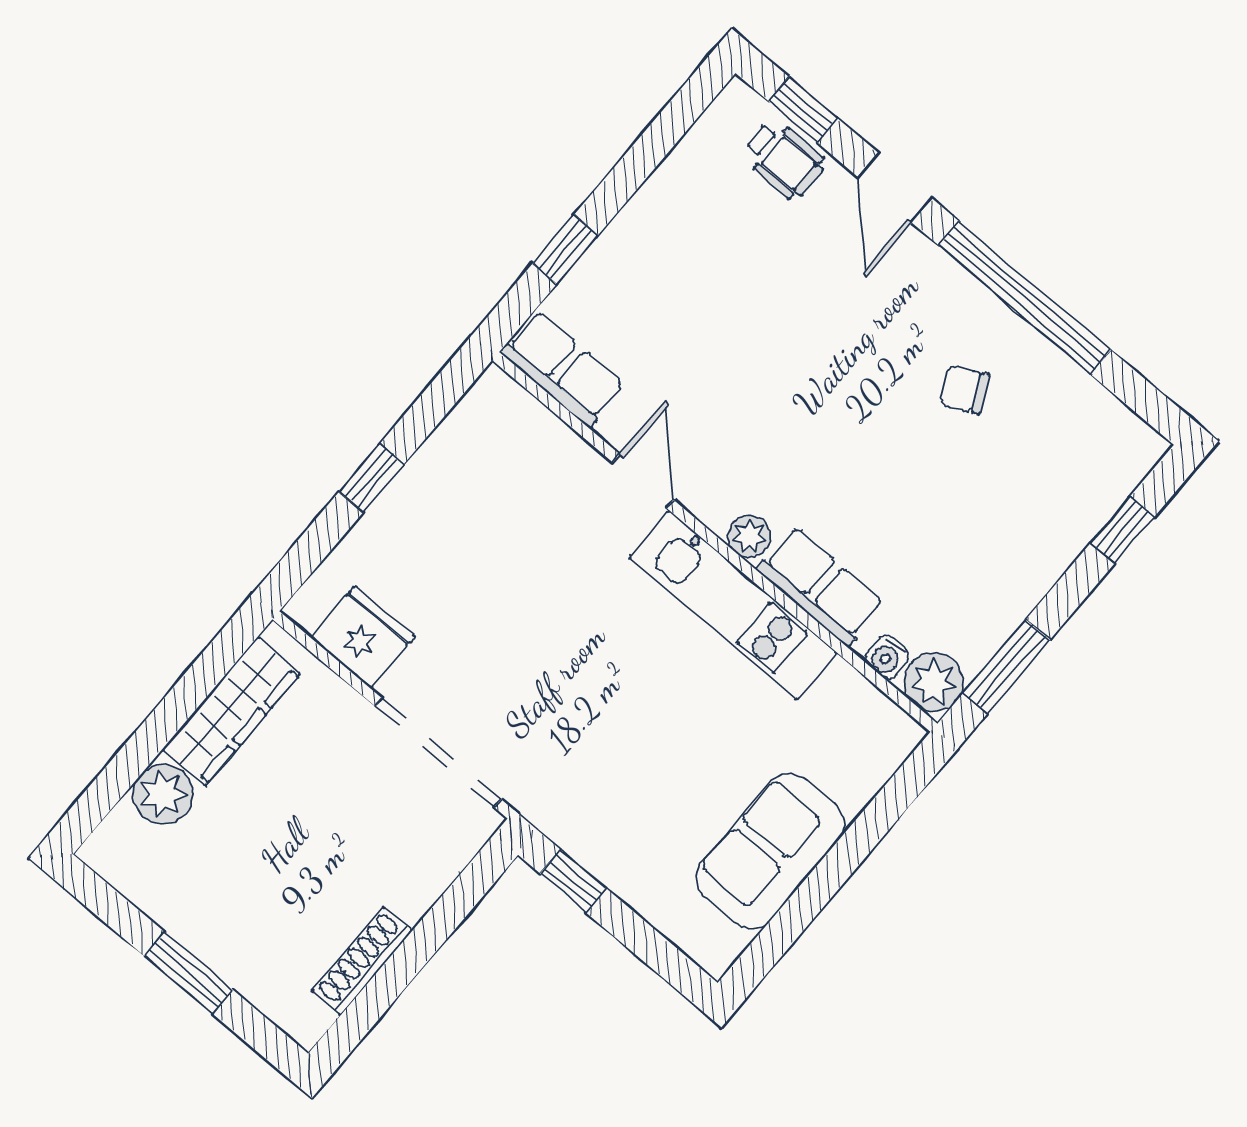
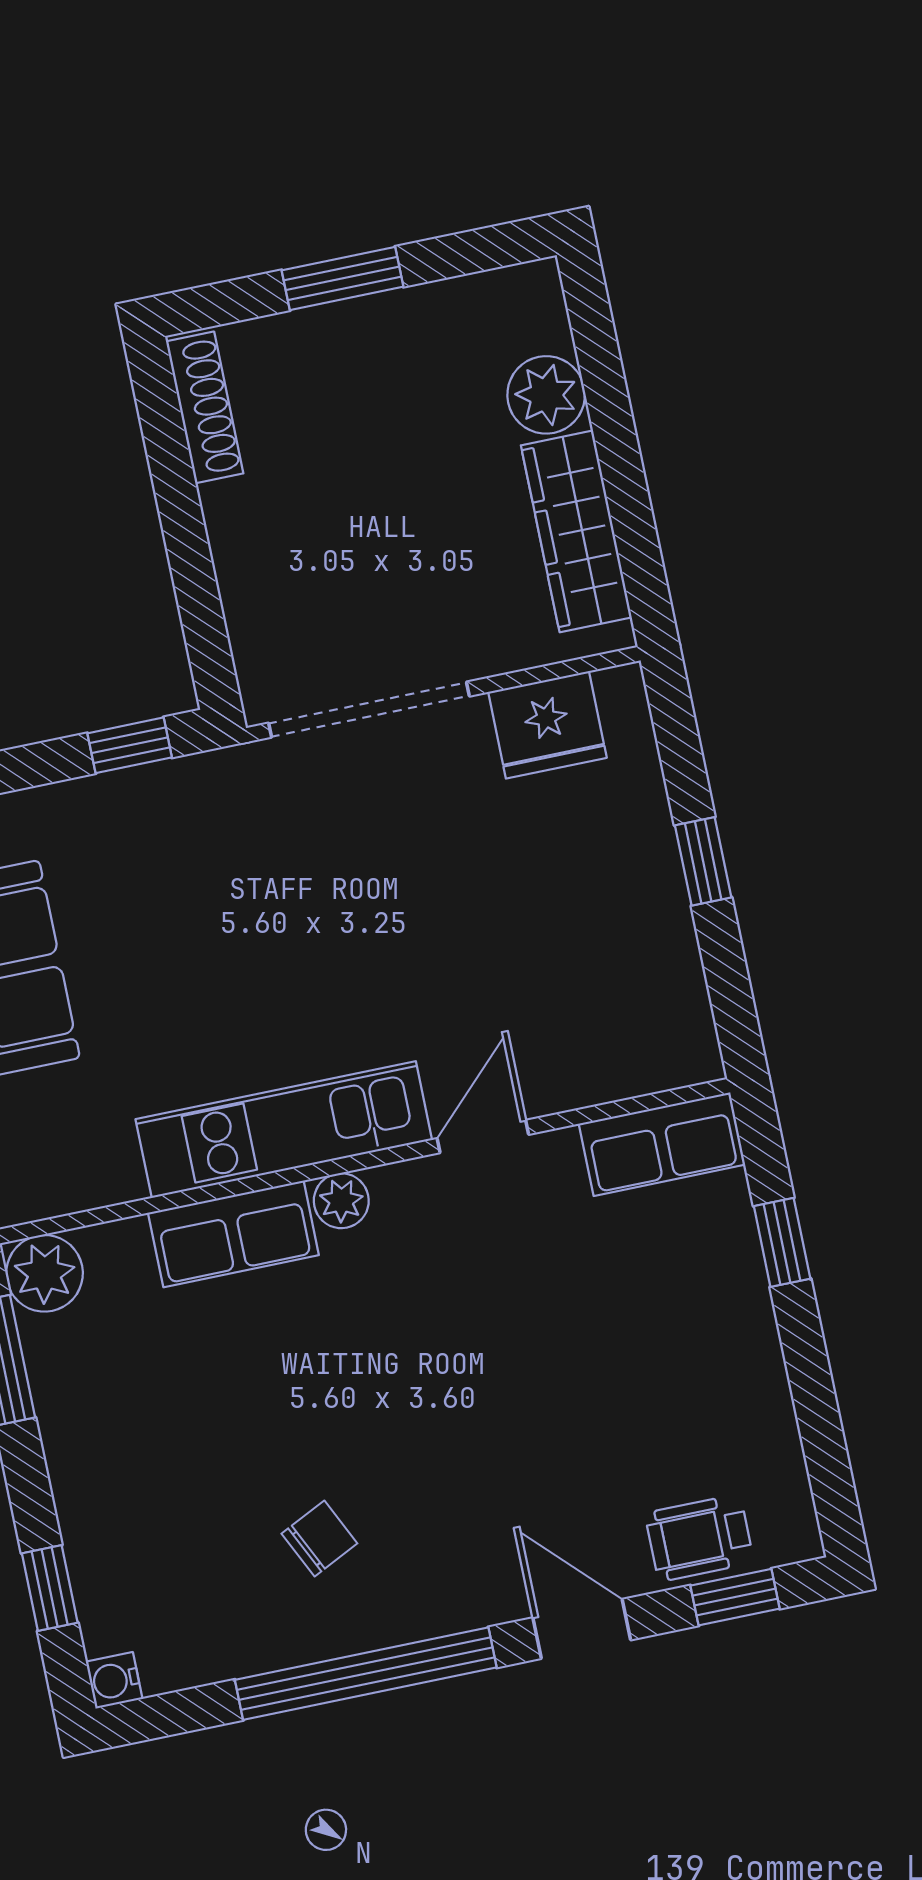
door: (643, 481) -> (483, 1136), swing flipped
water cooler: (887, 657) -> (114, 1680), moved, turned -90
shoe rack: (362, 961) -> (205, 407), moved

